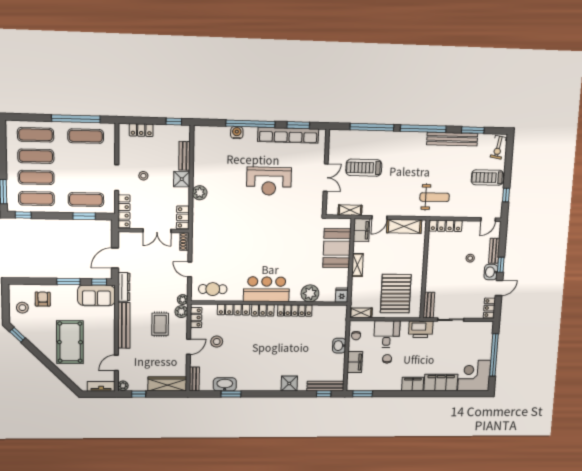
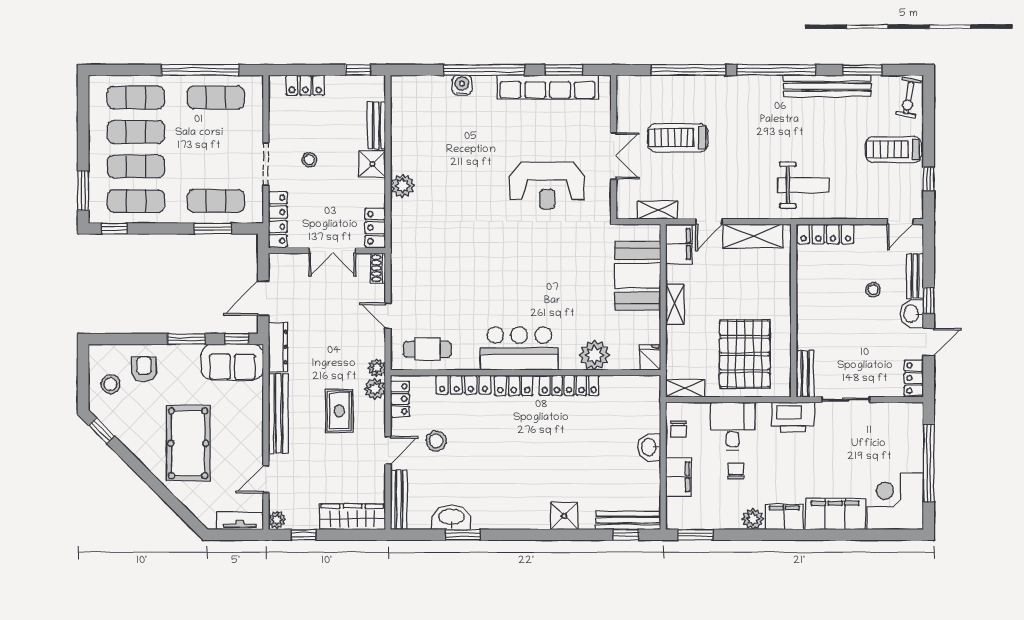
reception desk: (269, 181) -> (547, 186), moved
bench: (194, 379) -> (399, 500), width x1.36
plant: (395, 385) -> (753, 519), added

